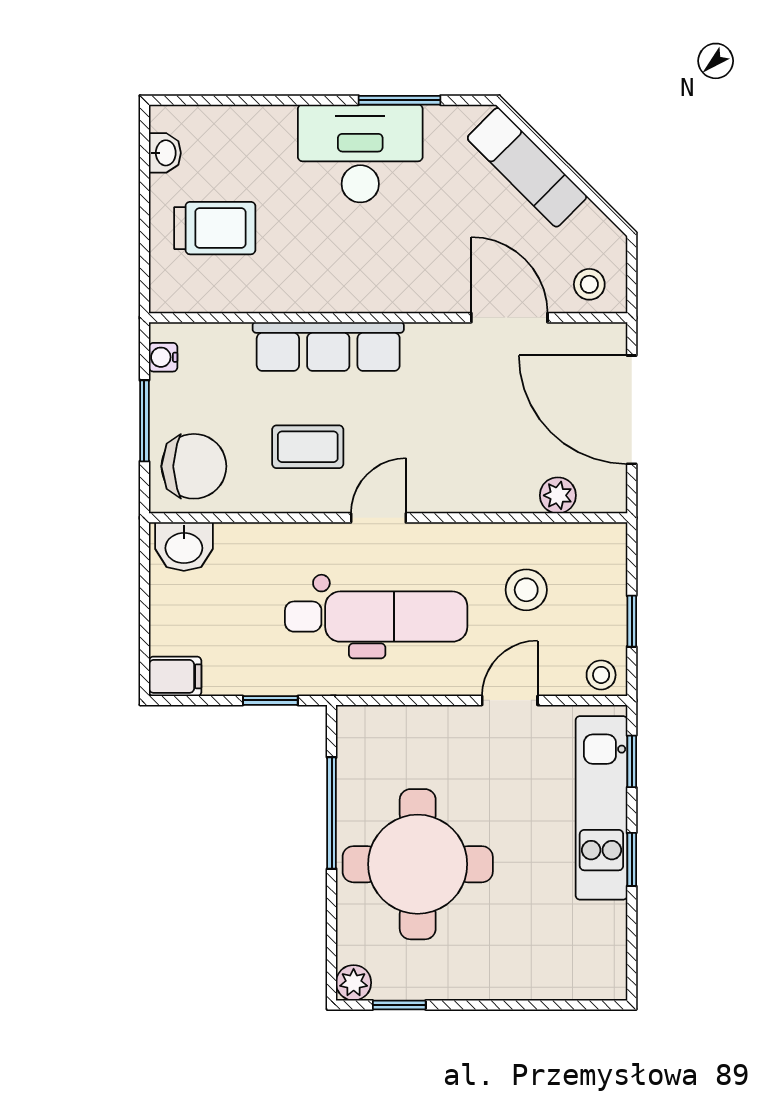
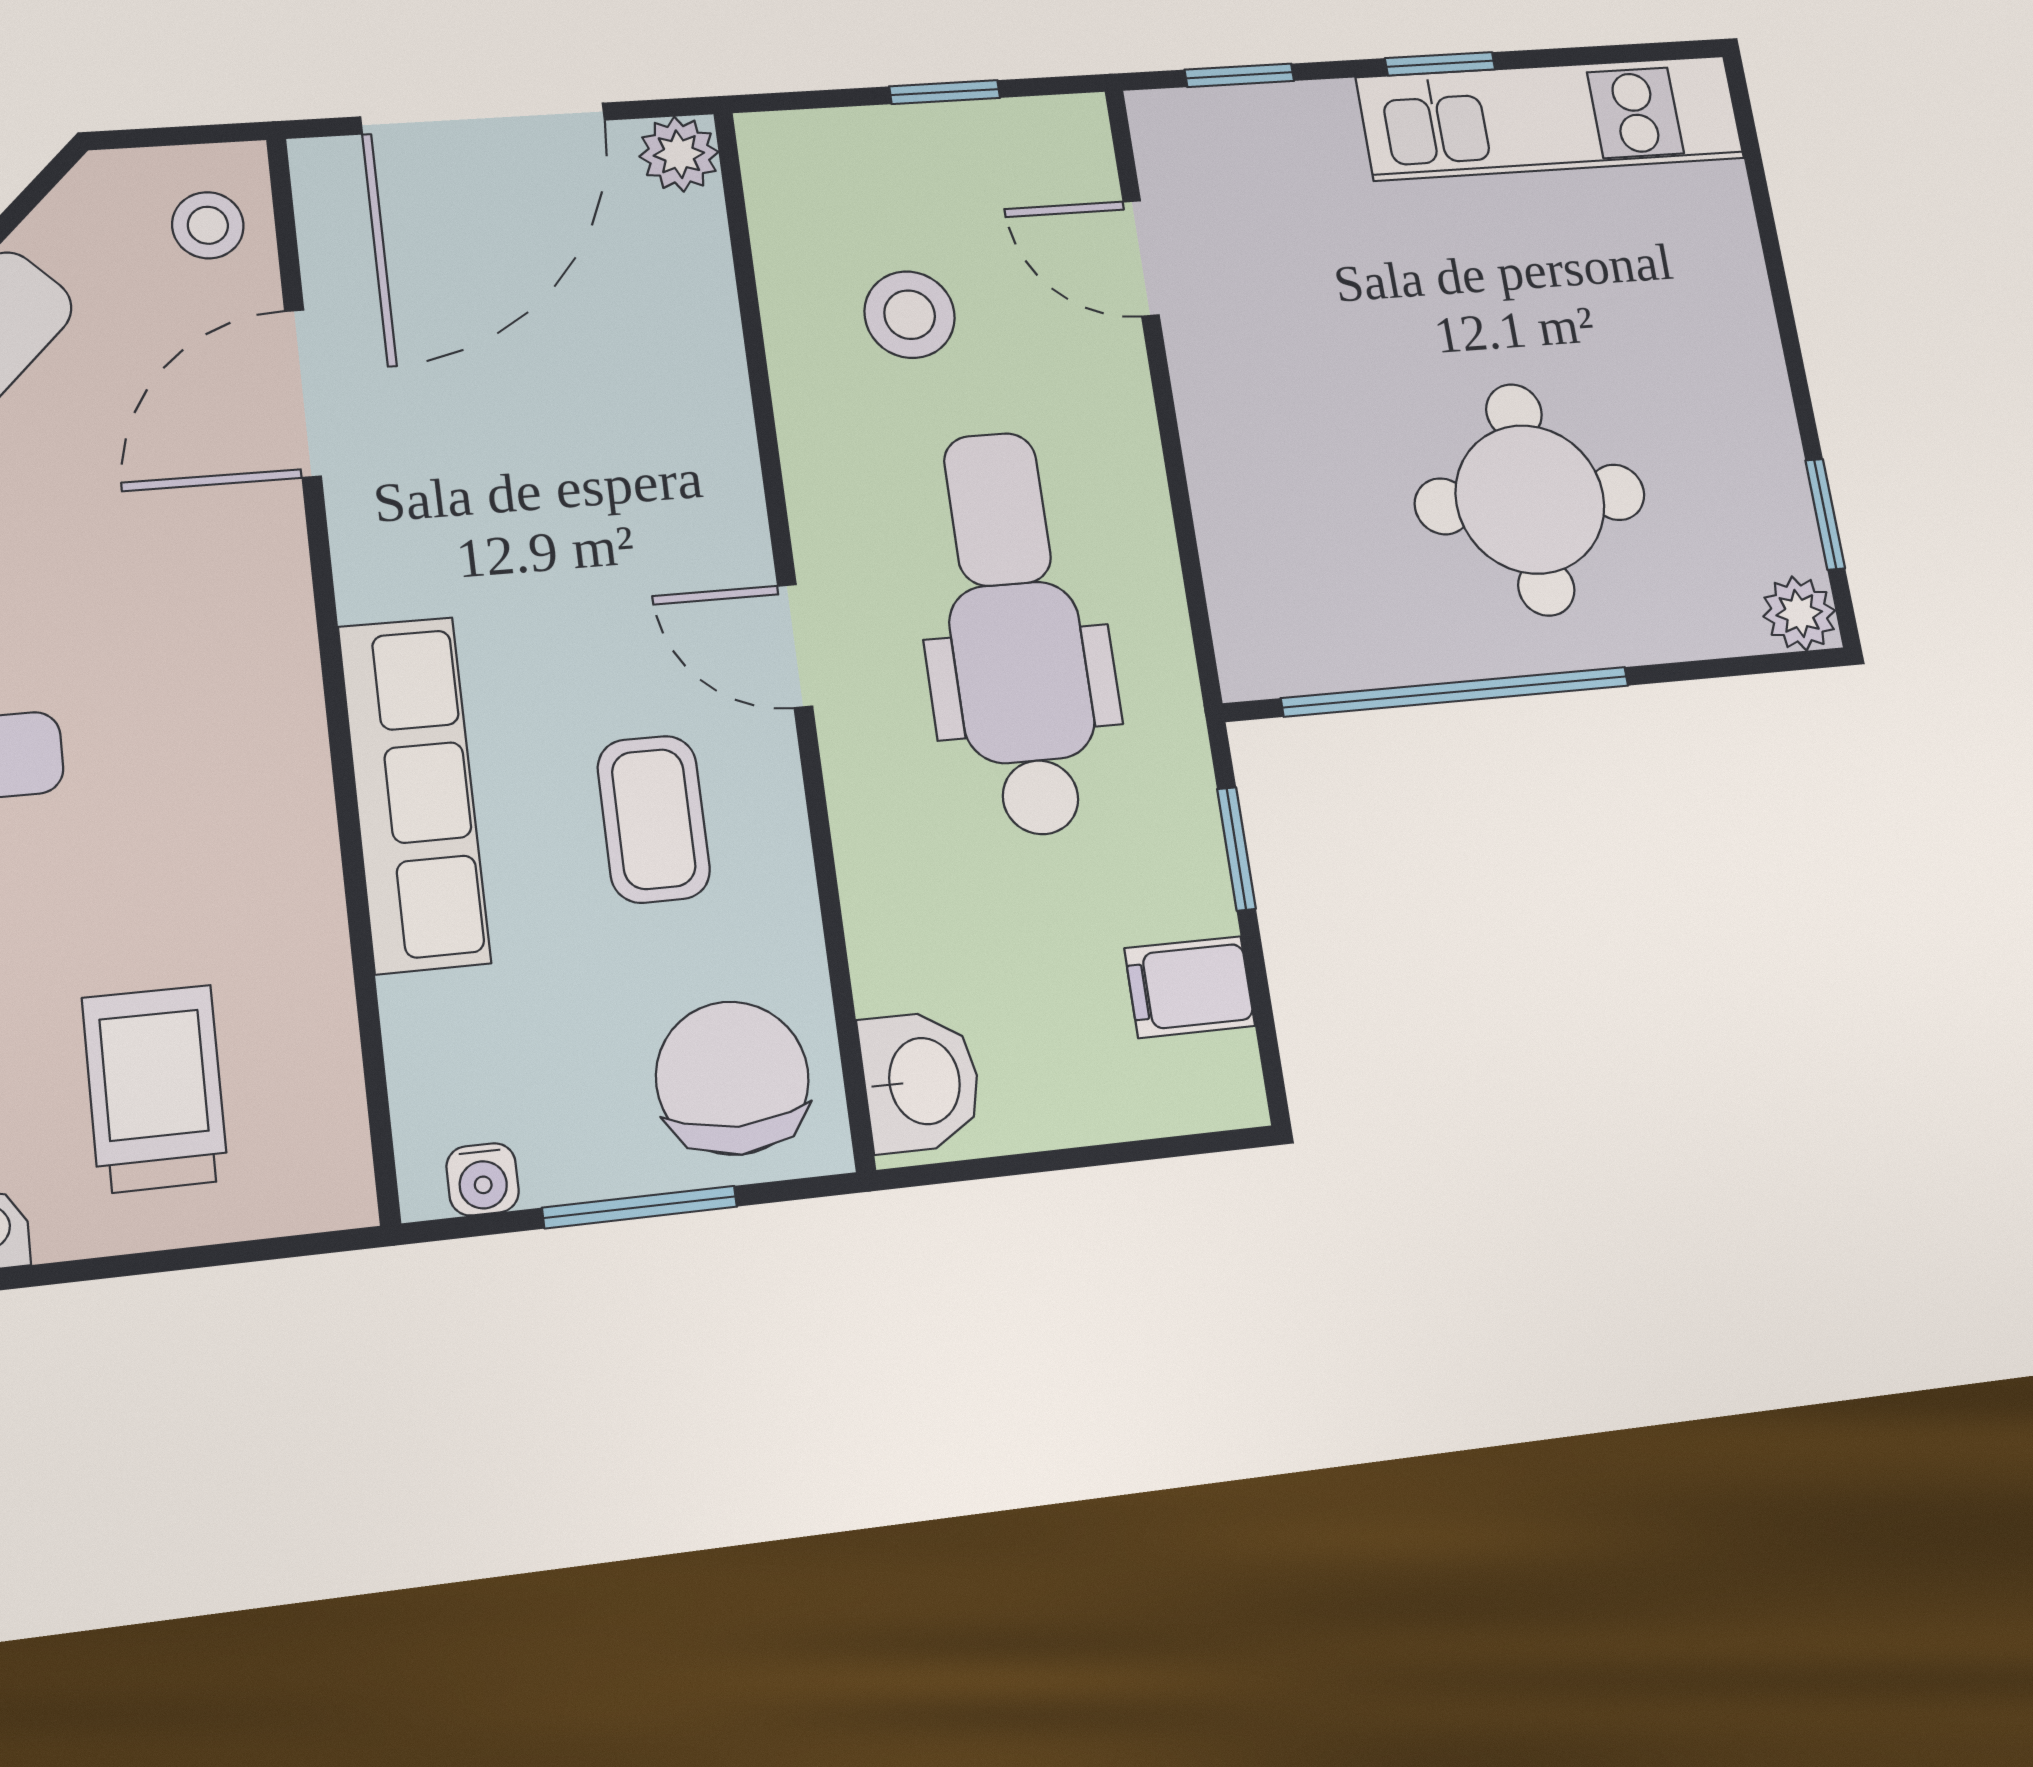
plant: (558, 495) -> (679, 154), moved
stool: (601, 675) -> (1069, 148), removed
filing cabinet: (175, 676) -> (1190, 987), moved, turned -90
door: (510, 700) -> (1141, 258), moved
kitchen unit: (601, 808) -> (1551, 118), moved
window: (332, 813) -> (1456, 692), width x1.46
round table: (418, 864) -> (1530, 499), width x0.73, depth x0.73

